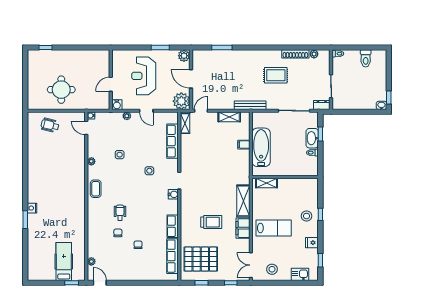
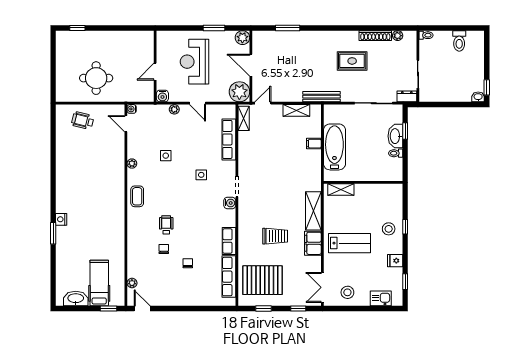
washbasin: (44, 275) -> (76, 299), added

